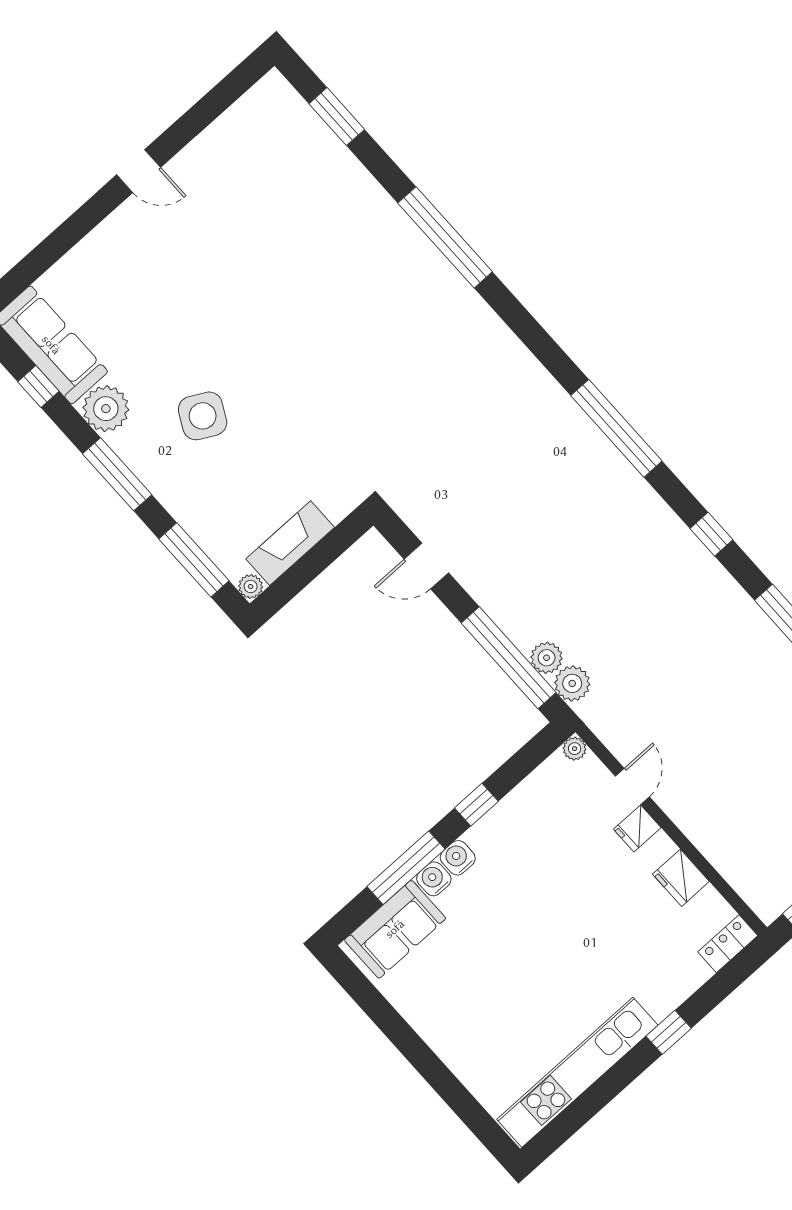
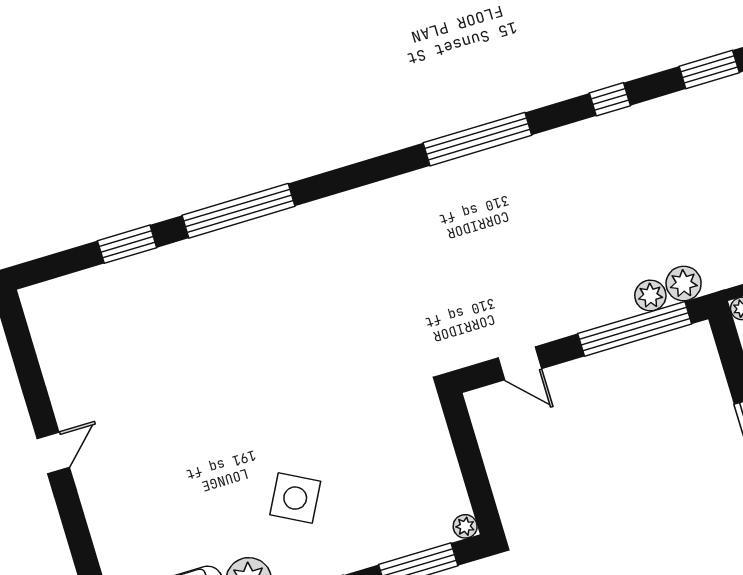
window: (337, 117) -> (127, 244), moved
fireplace: (290, 543) -> (443, 474), removed
door: (426, 566) -> (520, 363), hinge flipped

